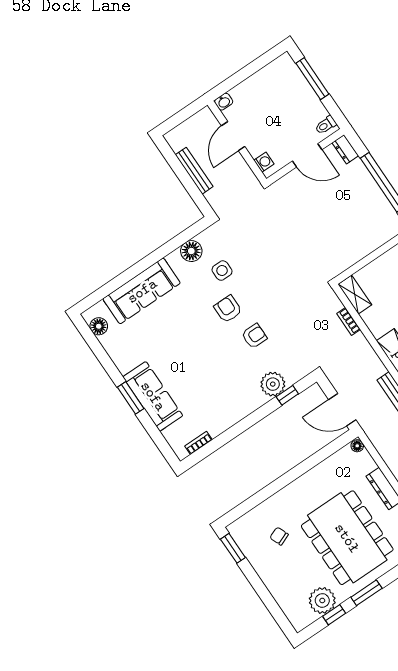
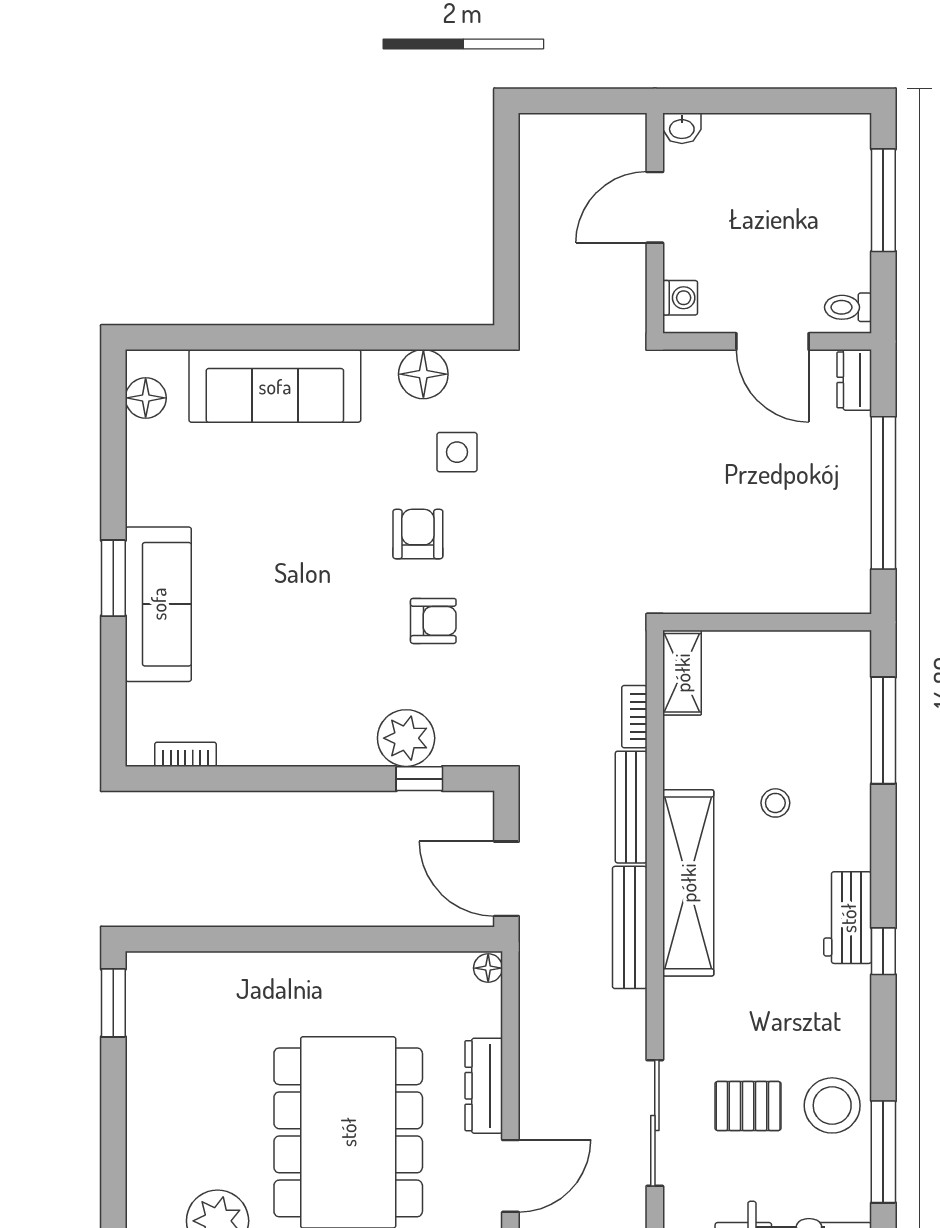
bench: (194, 171) -> (631, 807), moved
chair: (279, 536) -> (219, 1040), removed

